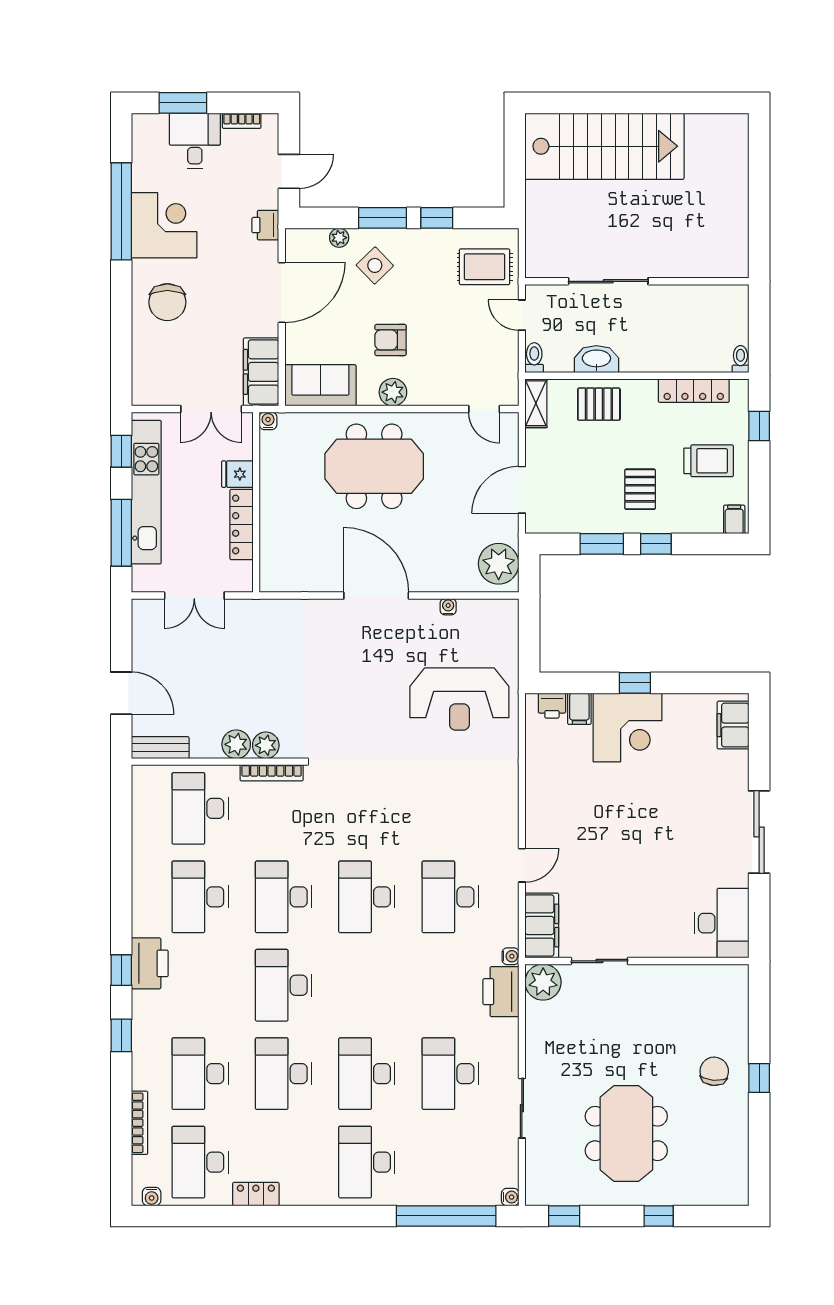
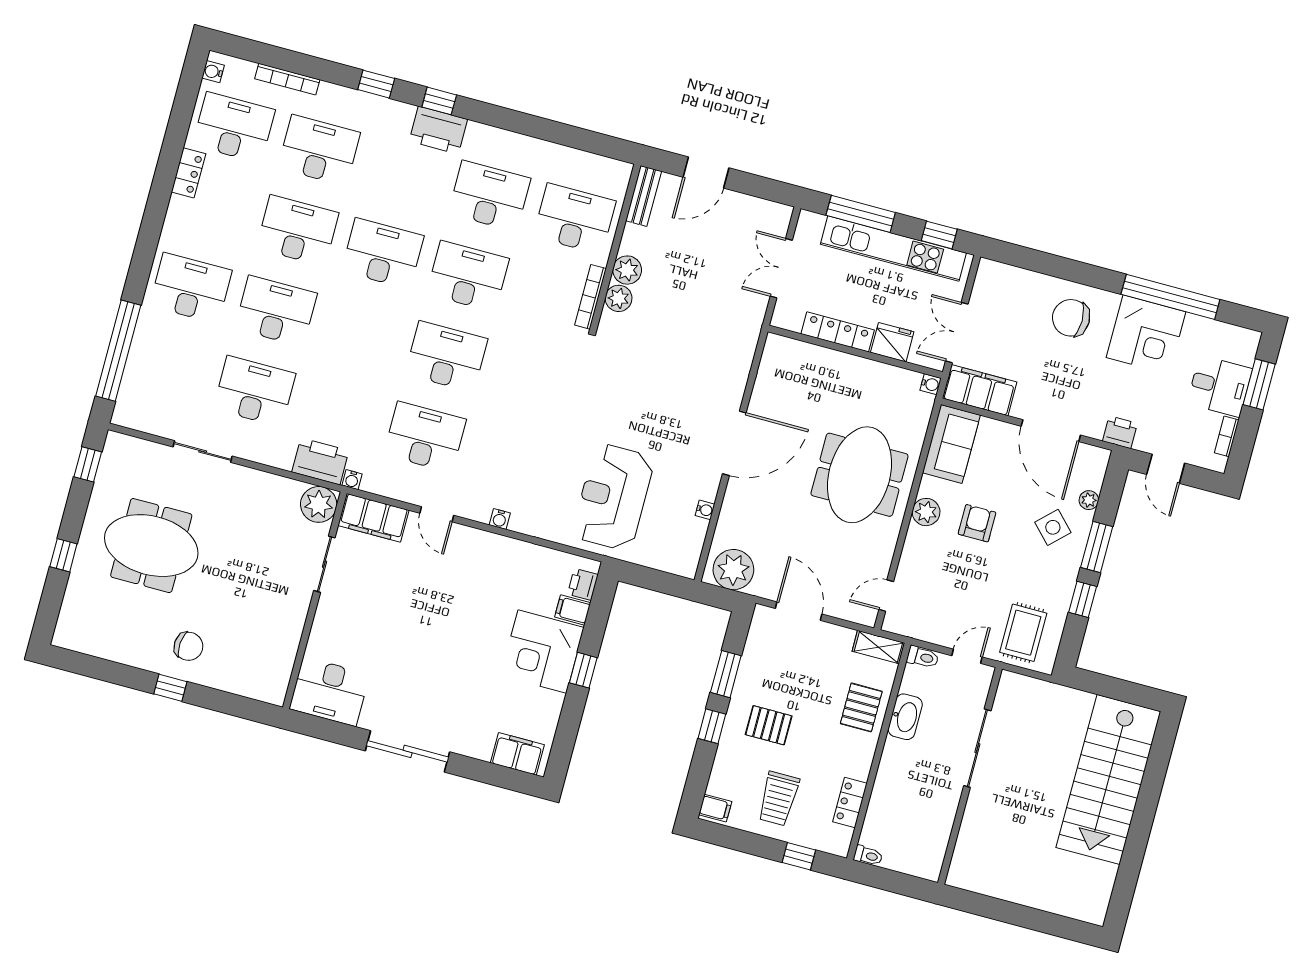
locker: (694, 391) -> (850, 802), width x0.66
fridge: (237, 474) -> (892, 342), width x1.38
water cooler: (510, 1197) -> (500, 519), moved

